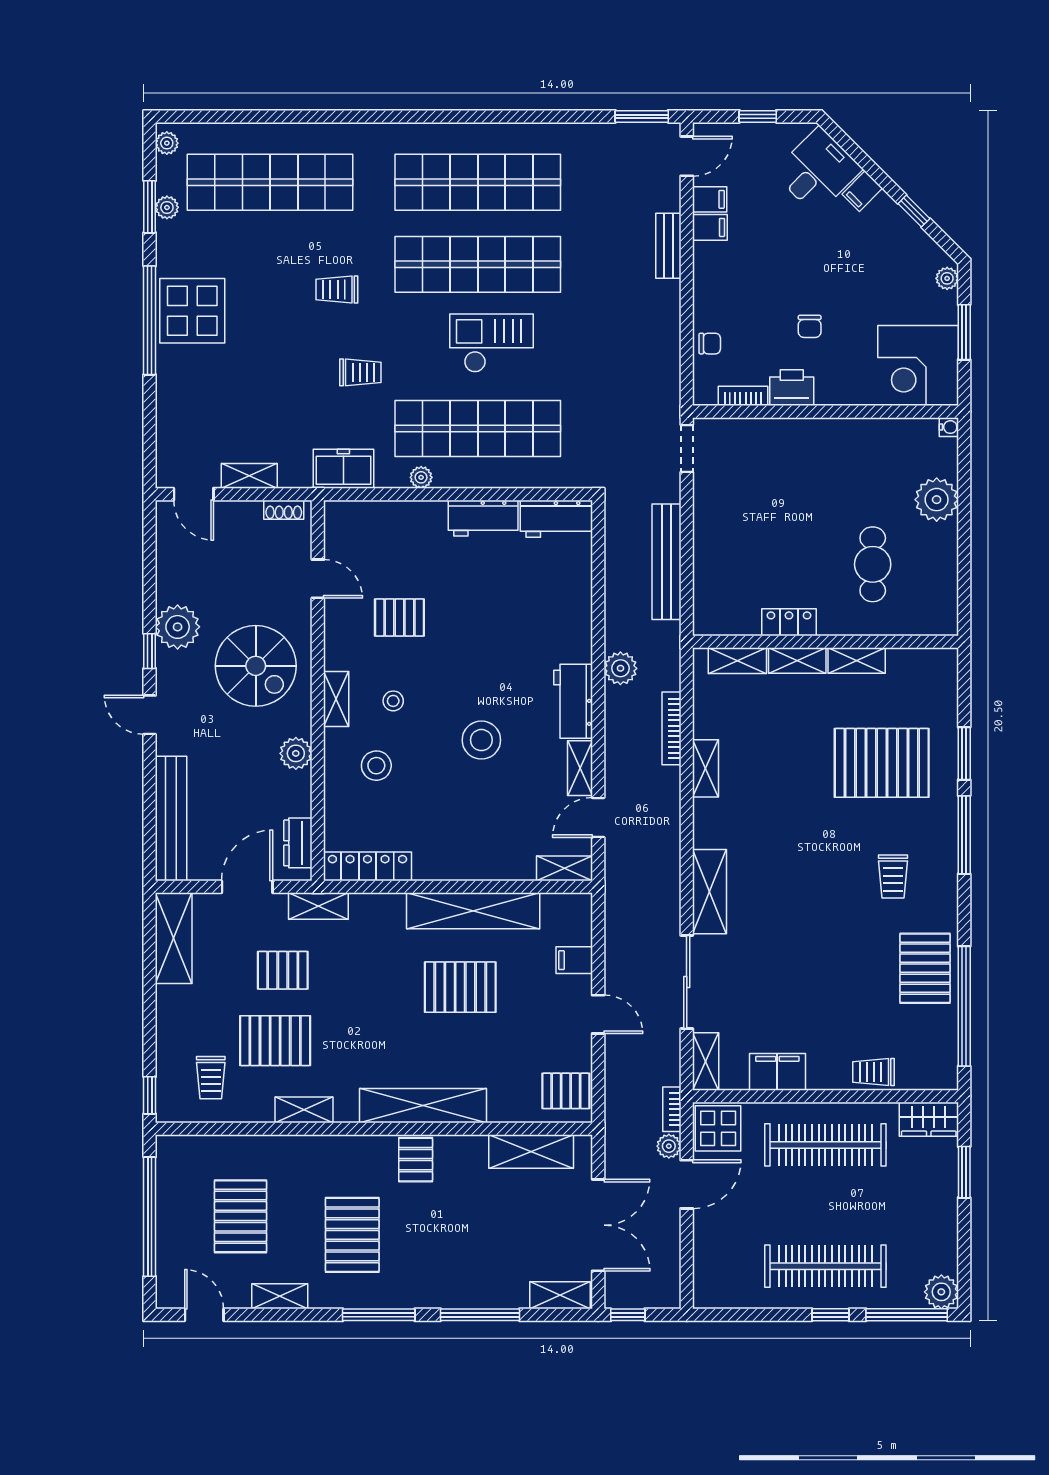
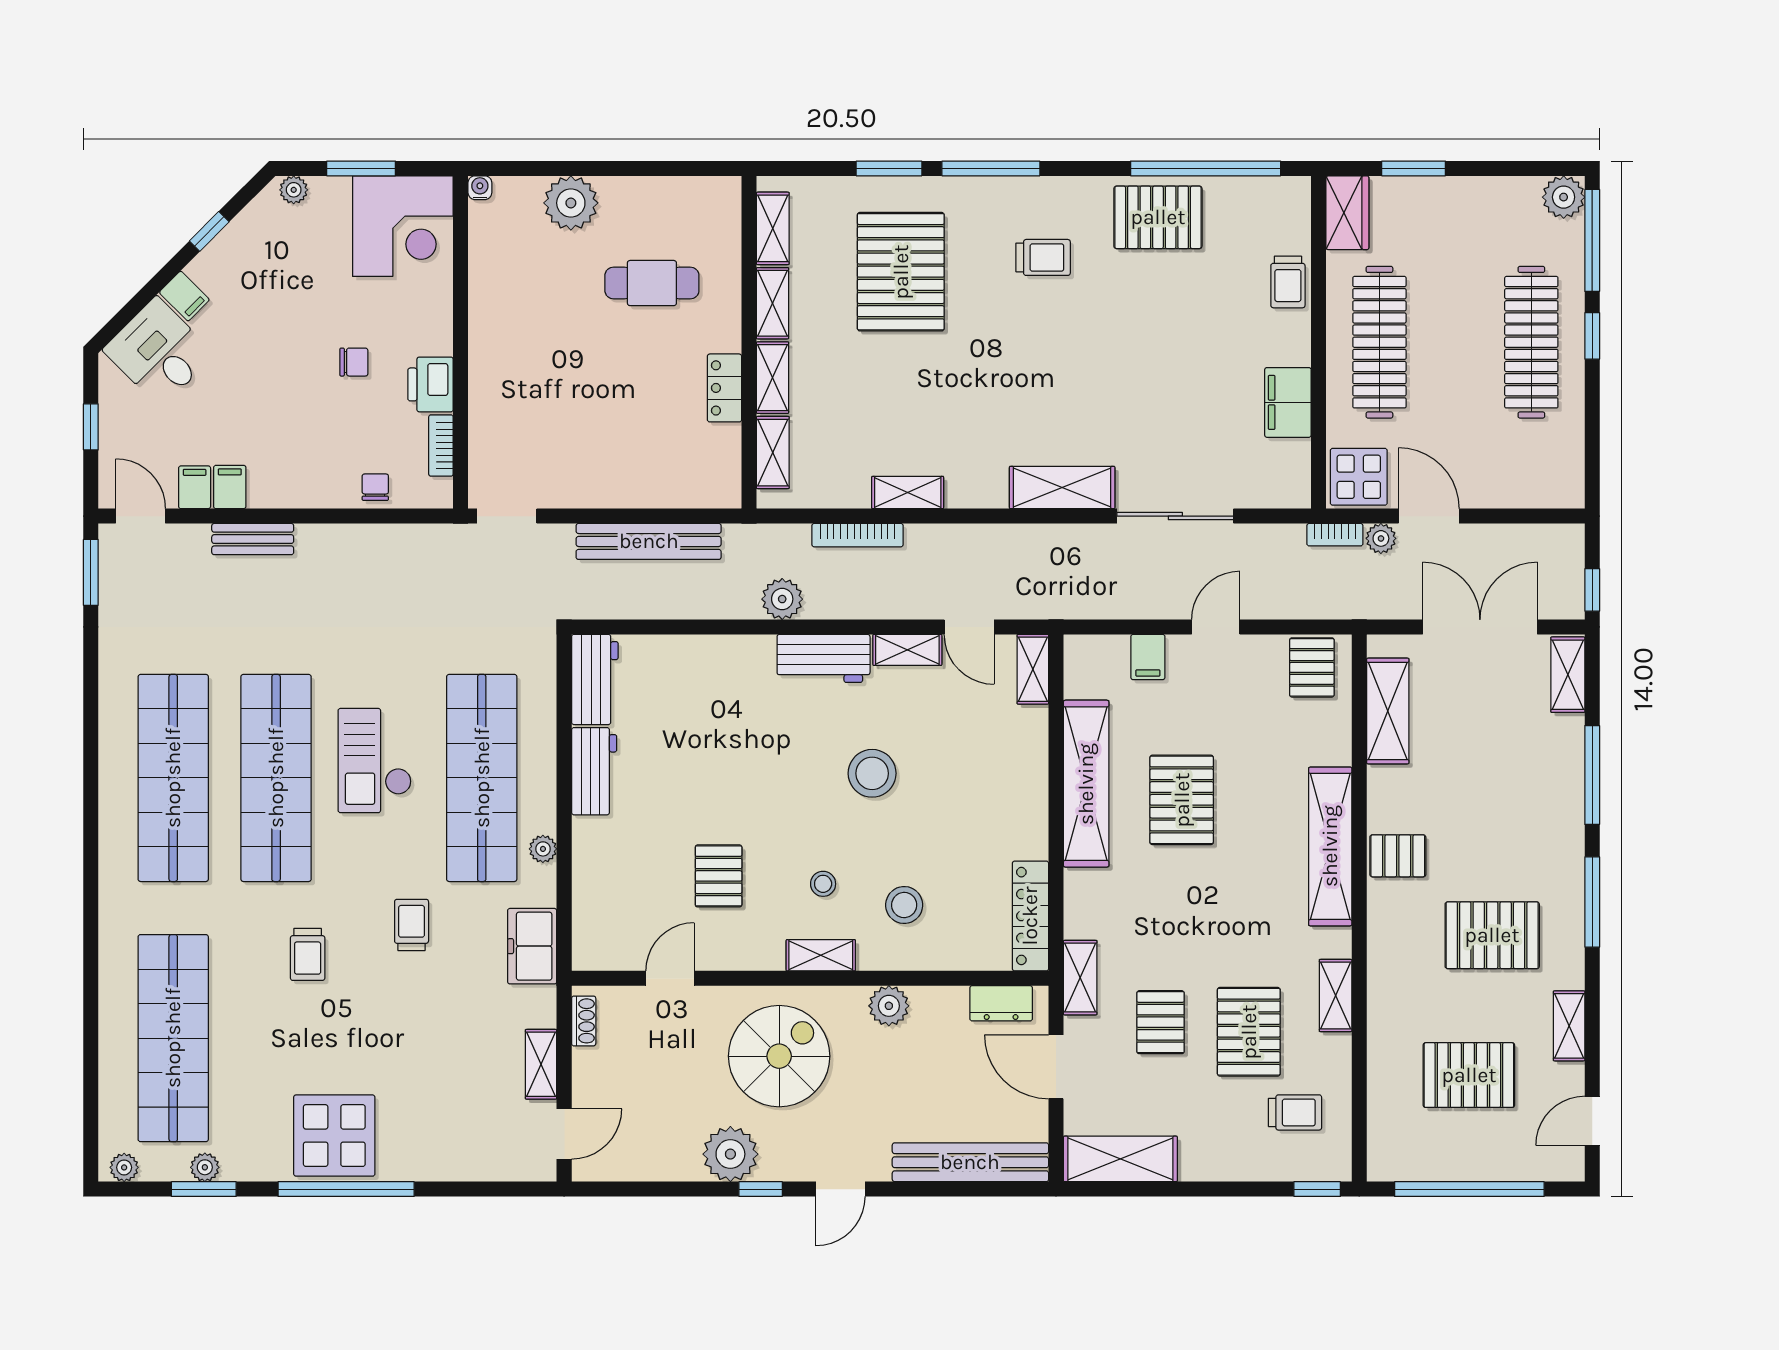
shelving: (706, 1062) -> (773, 228), moved, turned 90

